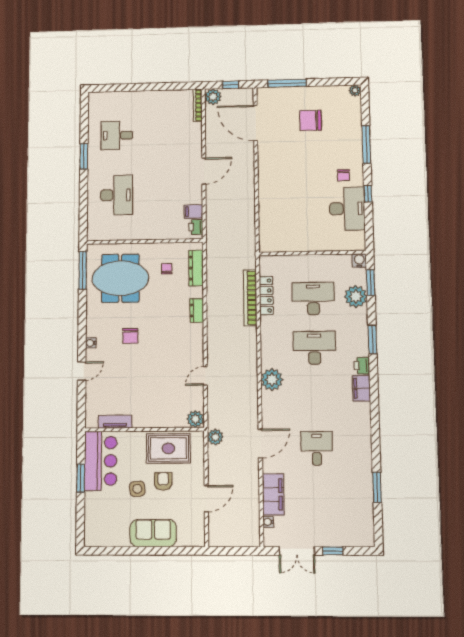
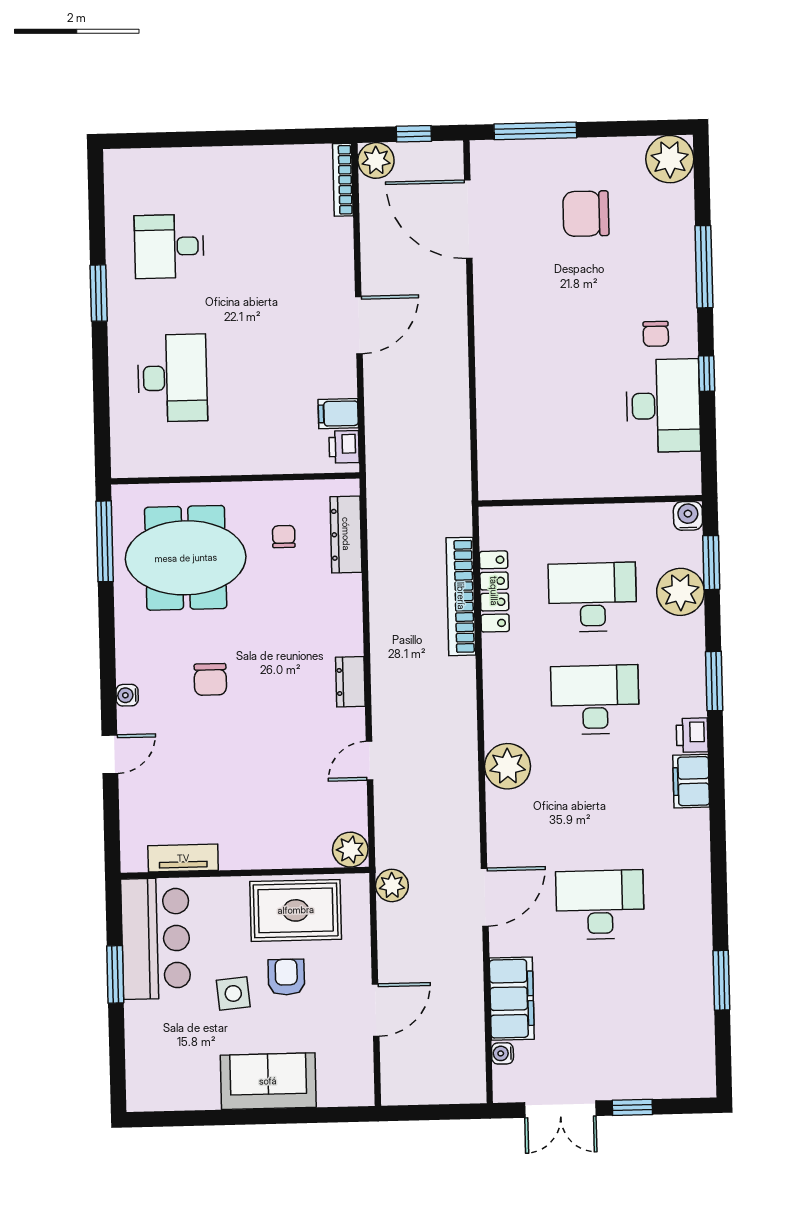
plant: (355, 91) -> (670, 159), width x1.87, depth x1.87
dresser: (197, 310) -> (350, 682), moved
desk: (317, 448) -> (600, 905), width x1.37

